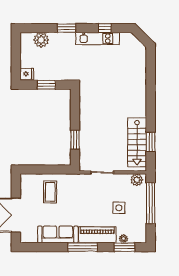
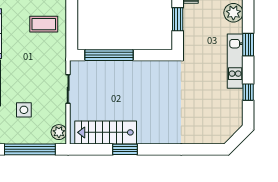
kitchen unit: (98, 38) -> (235, 61), moved
window: (75, 140) -> (109, 55), width x2.11
window: (151, 142) -> (125, 149), moved

